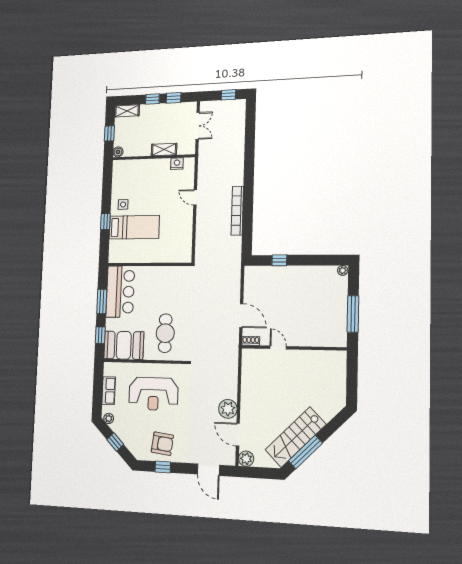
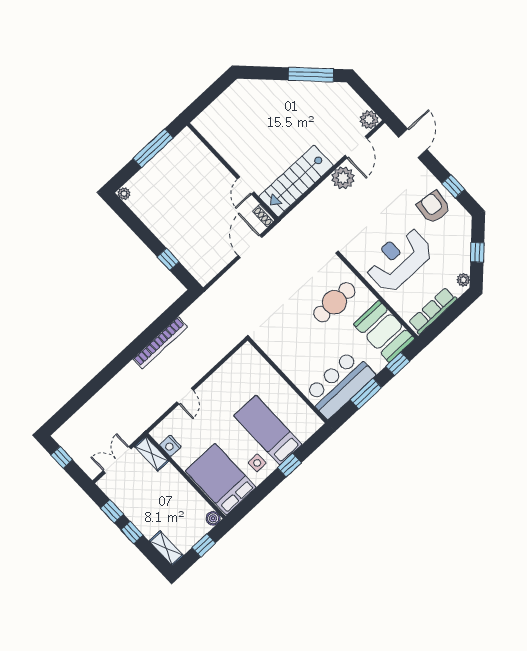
shelving: (164, 150) -> (152, 454), moved
bed: (134, 176) -> (221, 479), added
row of seats: (109, 391) -> (433, 311), width x1.48
reception desk: (153, 394) -> (399, 259), turned -90
stairs: (295, 437) -> (296, 181), moved, turned 135

